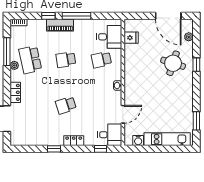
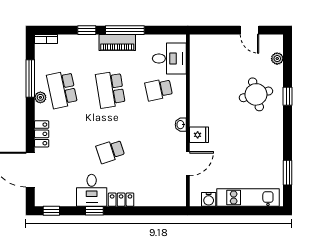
door: (168, 16) -> (249, 30), width x0.53
piano: (60, 25) -> (117, 43), moved
fridge: (131, 38) -> (199, 135), moved
school desk: (66, 60) -> (110, 90), width x1.85
round table: (173, 63) -> (256, 94), turned -33
desk: (110, 135) -> (92, 190), moved, turned 90
window: (101, 149) -> (51, 211), moved

